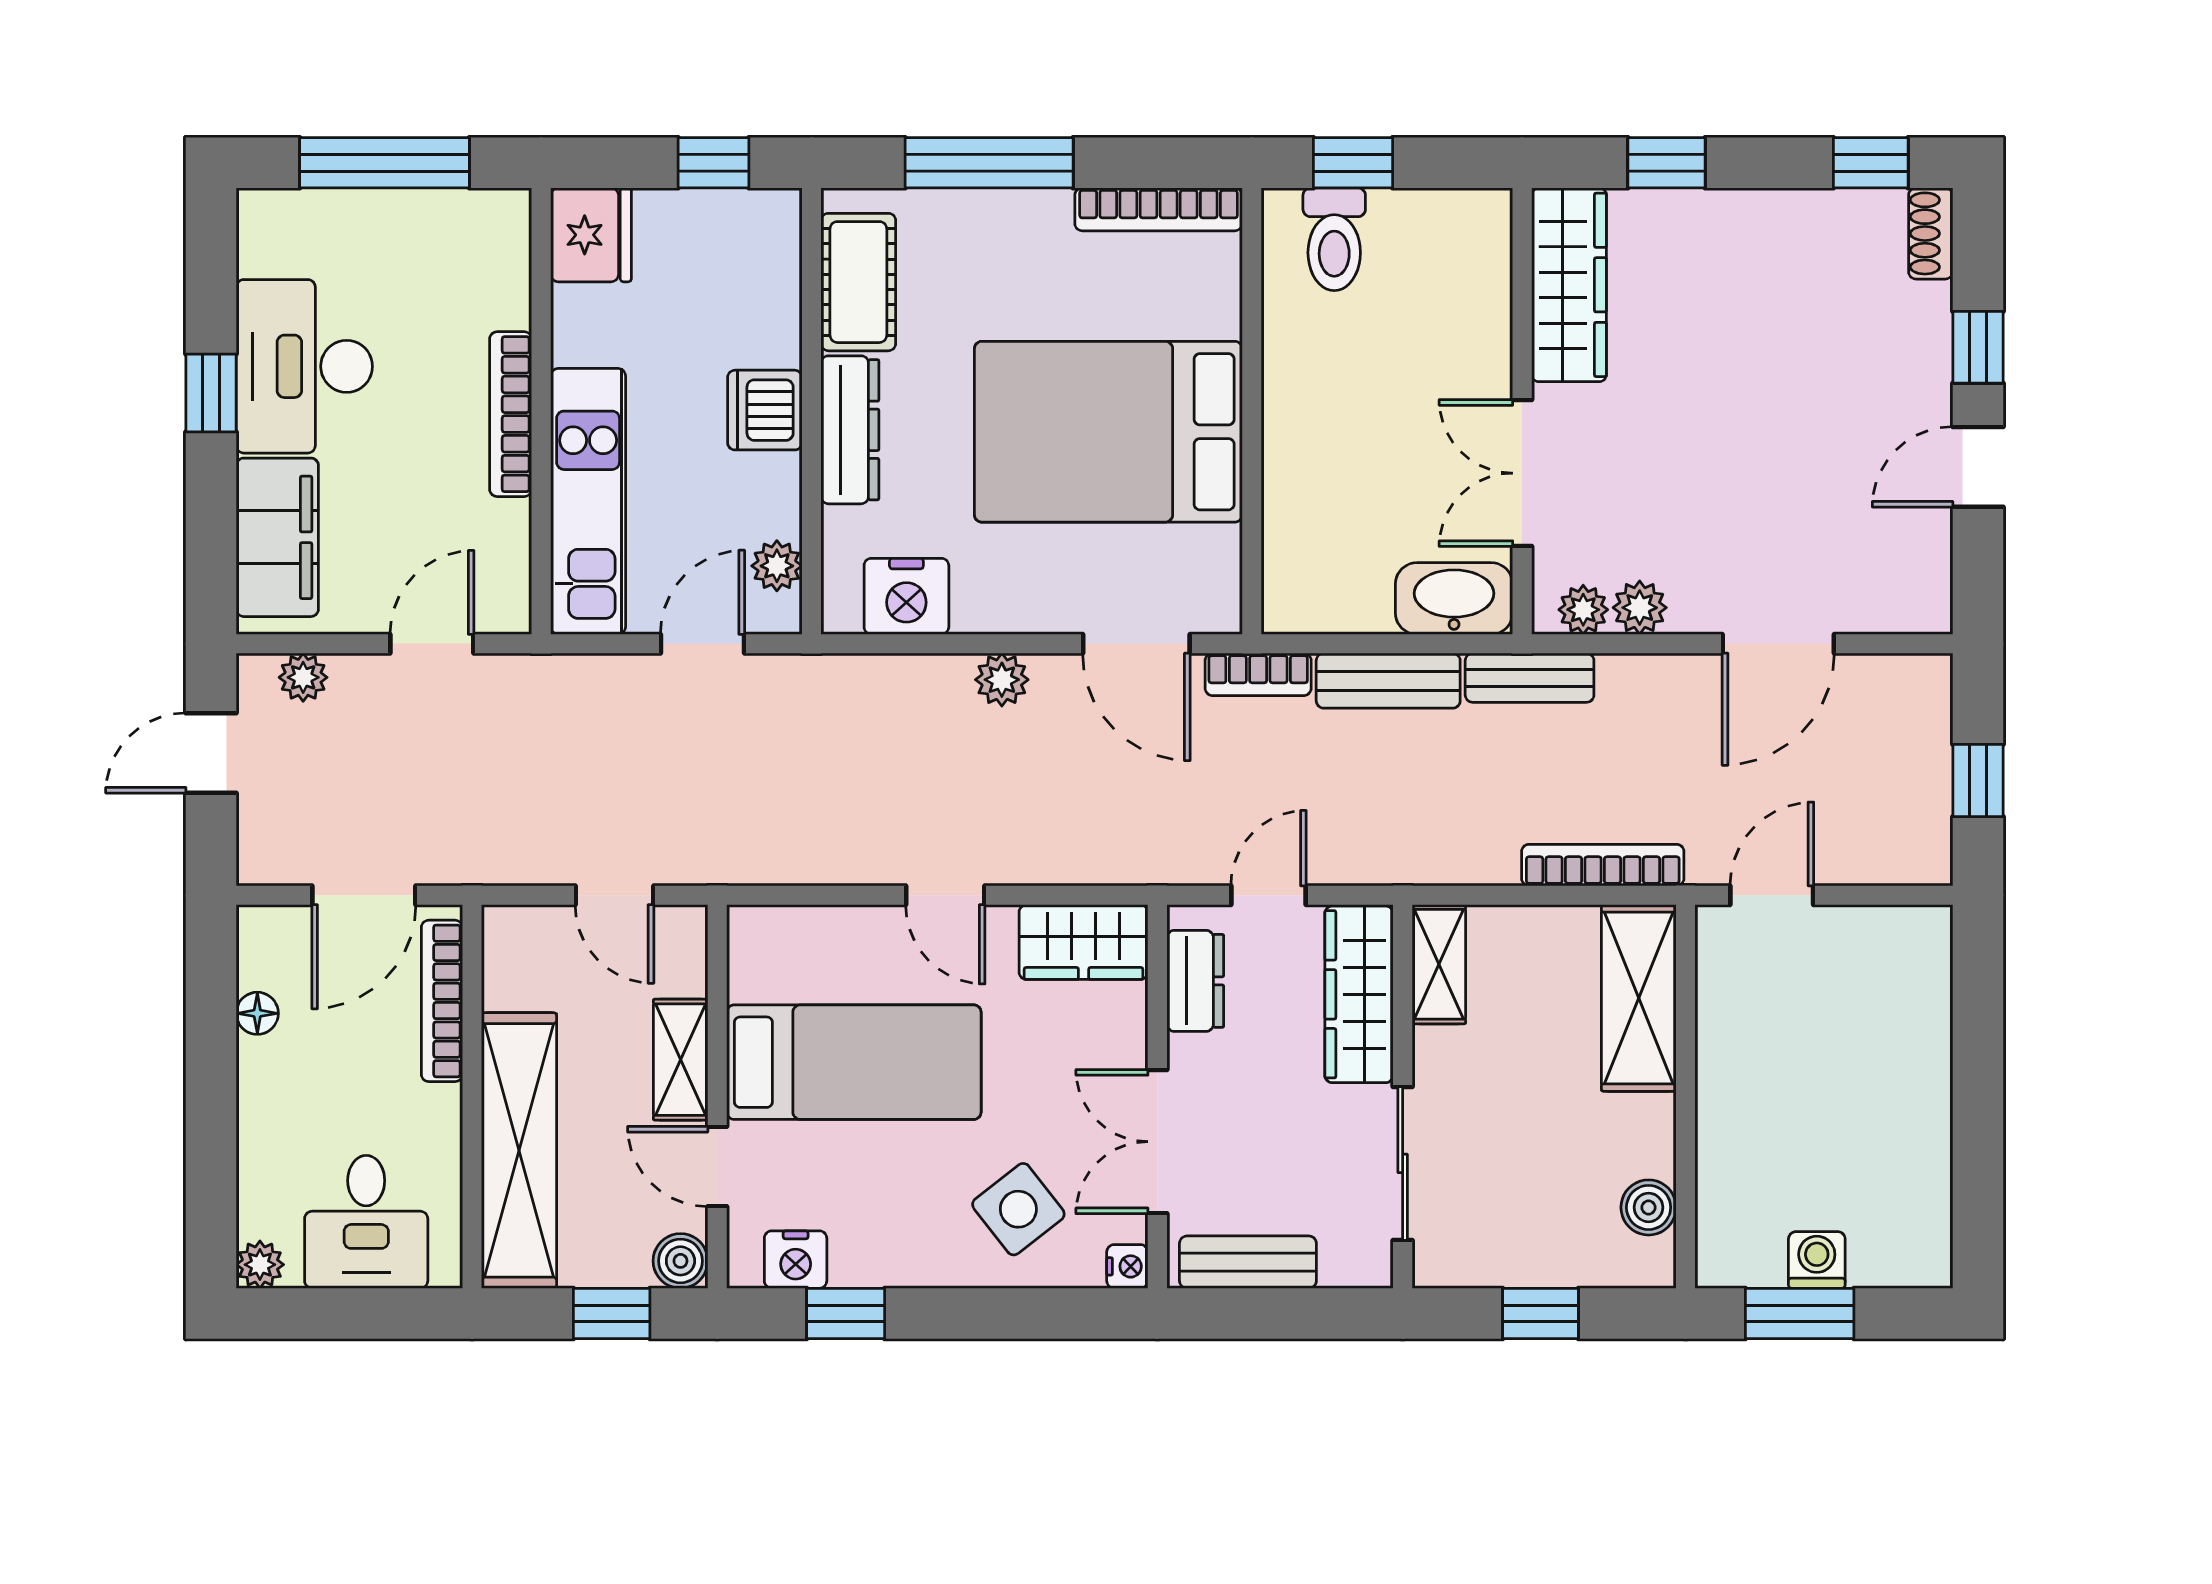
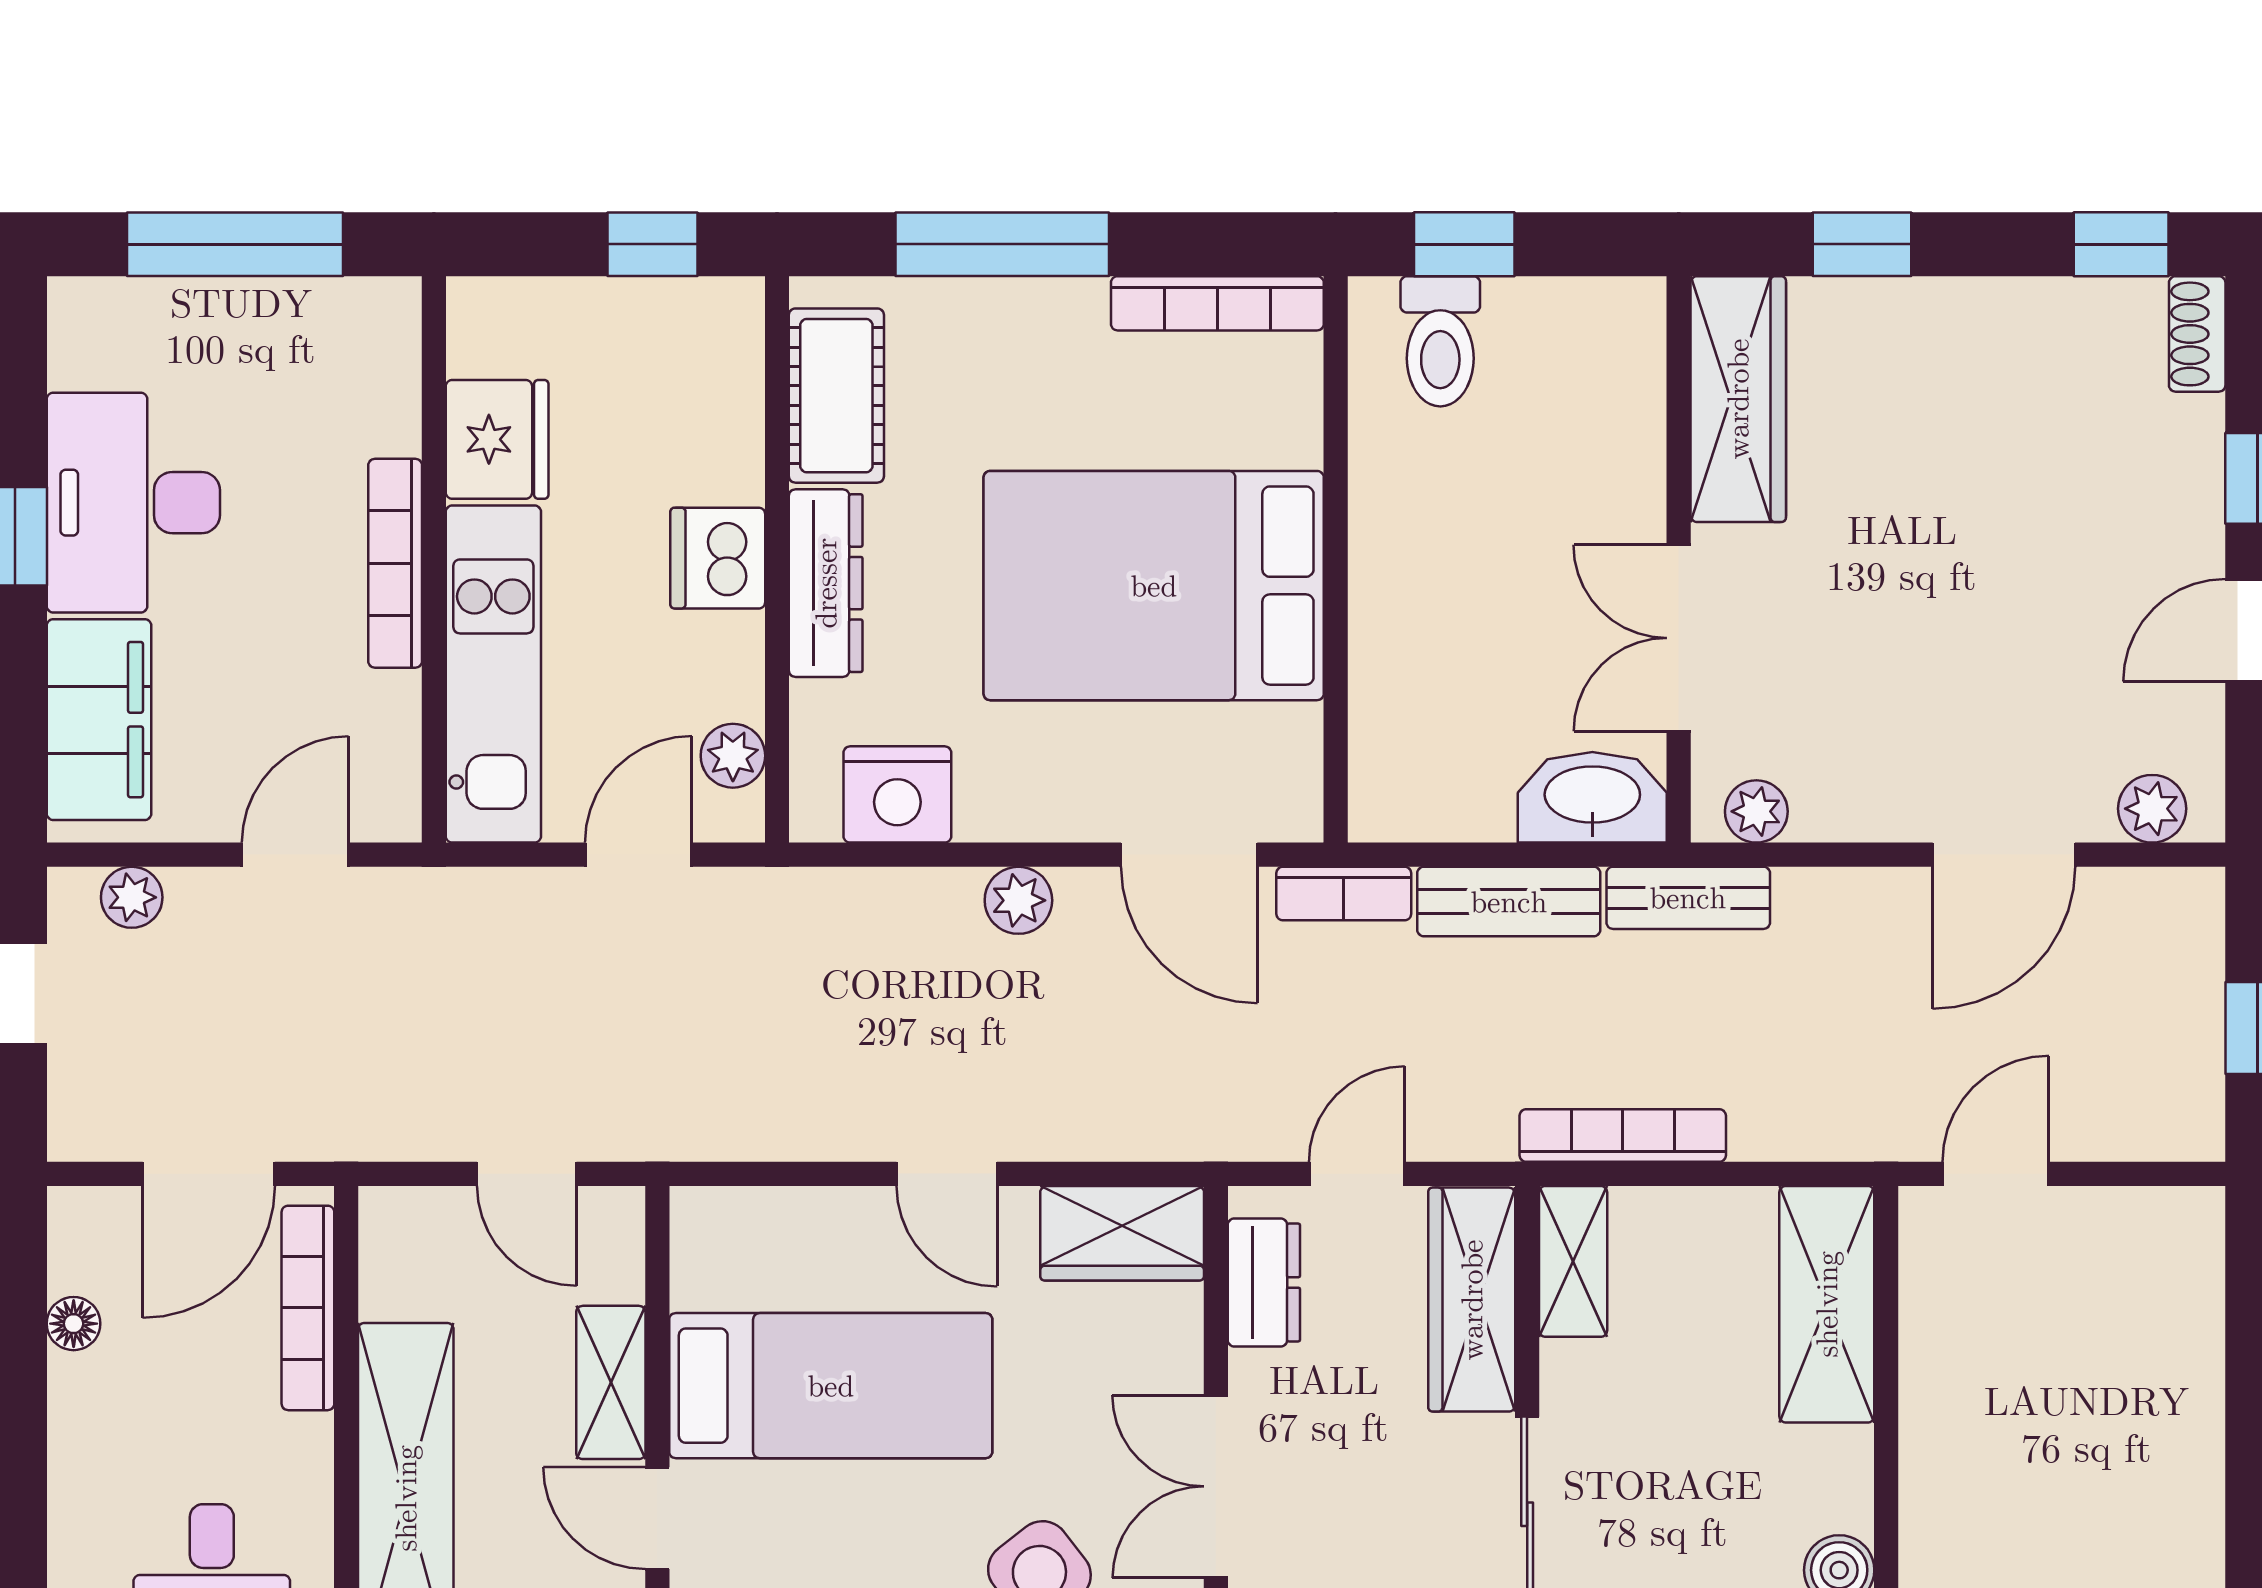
fridge: (591, 235) -> (497, 439), moved
plant: (1640, 608) -> (2152, 809), moved
bookcase: (1603, 865) -> (1623, 1136), moved

